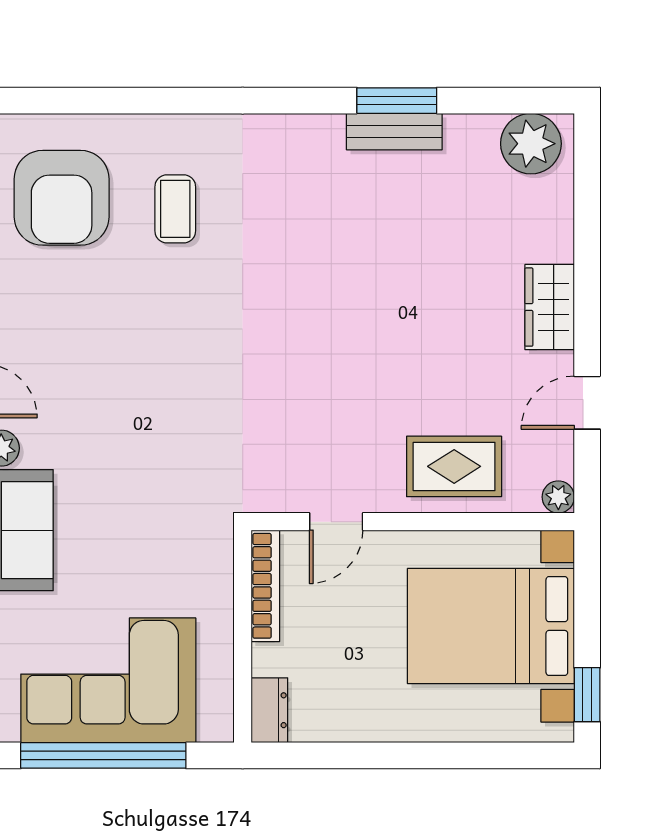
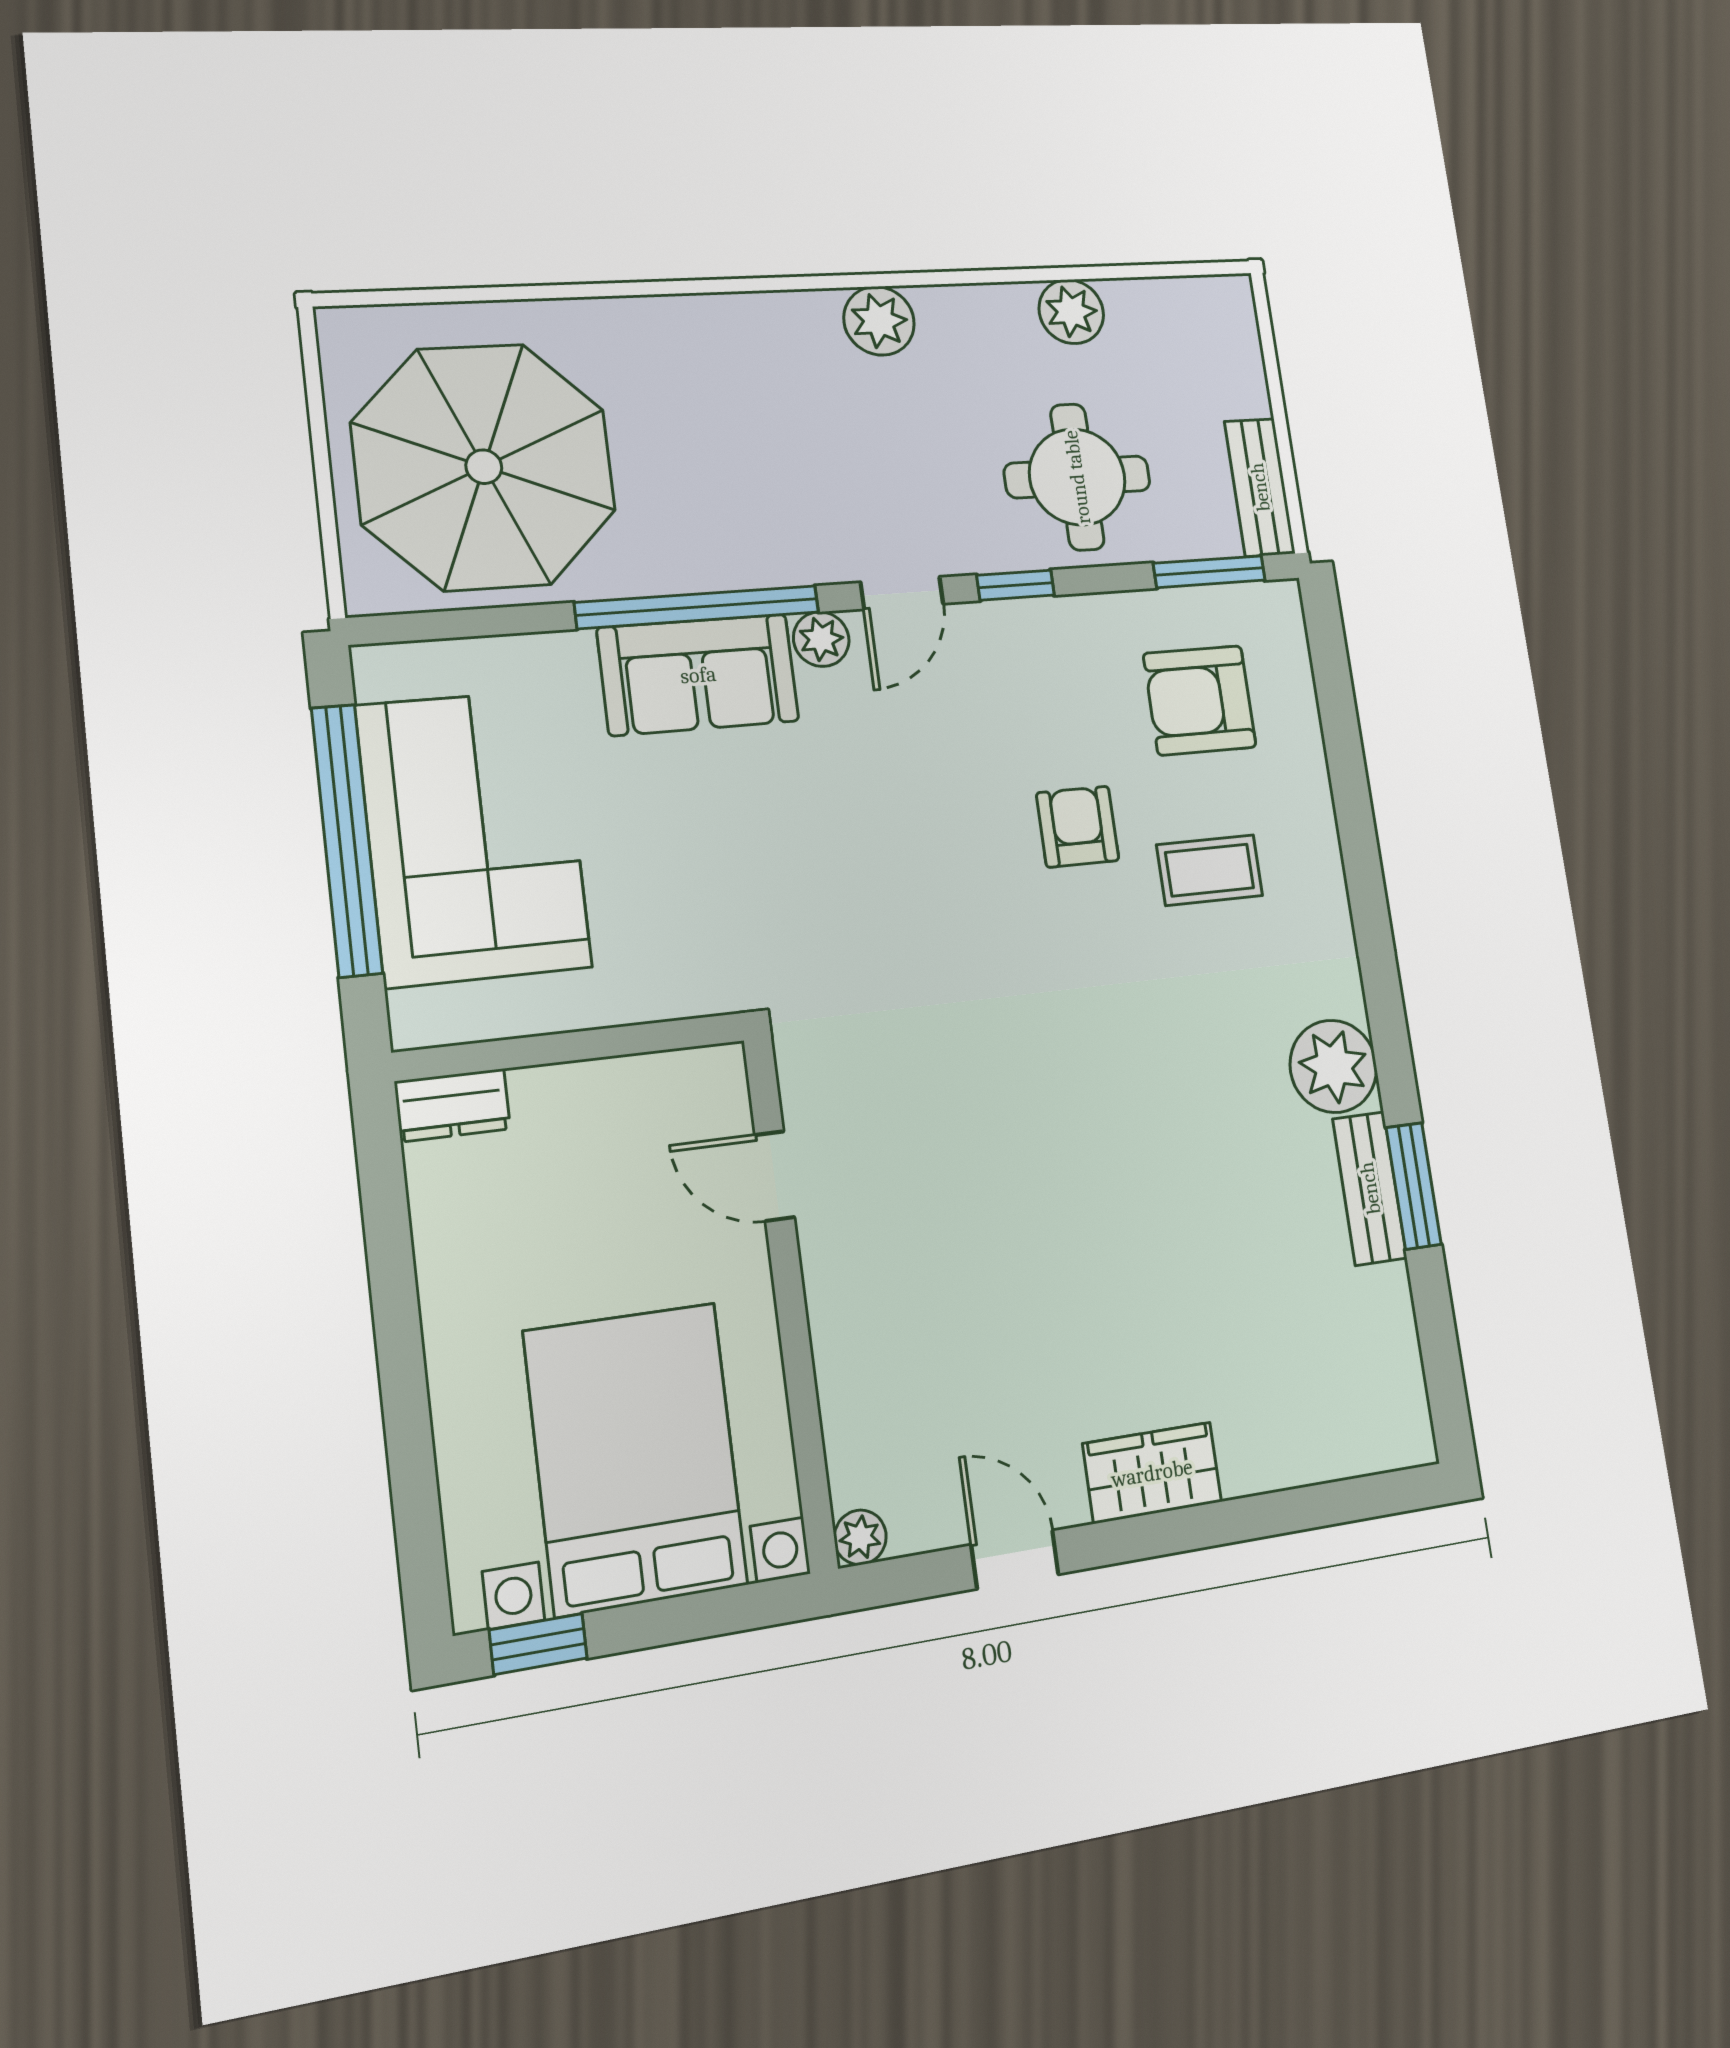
plant: (531, 144) -> (1333, 1066), moved
armchair: (62, 198) -> (1200, 700), width x0.73, depth x0.73
armchair: (138, 295) -> (1078, 827), added
rug: (454, 466) -> (886, 1356), removed
bookcase: (265, 586) -> (657, 1074), removed

